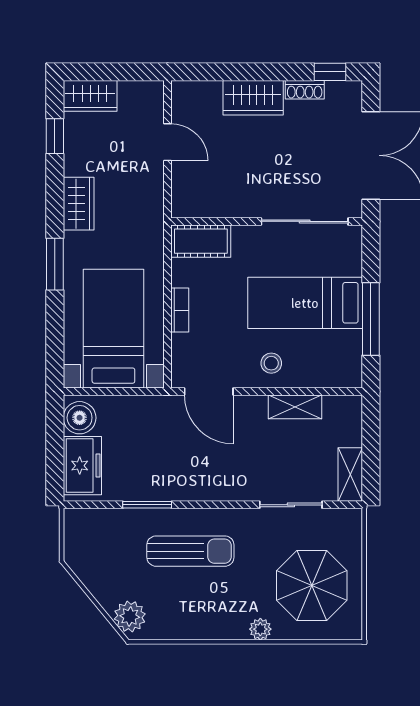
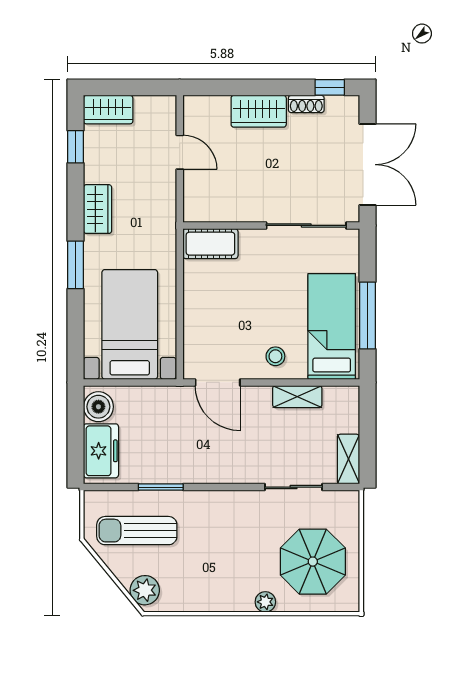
bed: (305, 303) -> (332, 326), moved, turned 90
bookcase: (180, 310) -> (191, 307), removed
sun lounger: (190, 551) -> (137, 531), moved, turned 180

